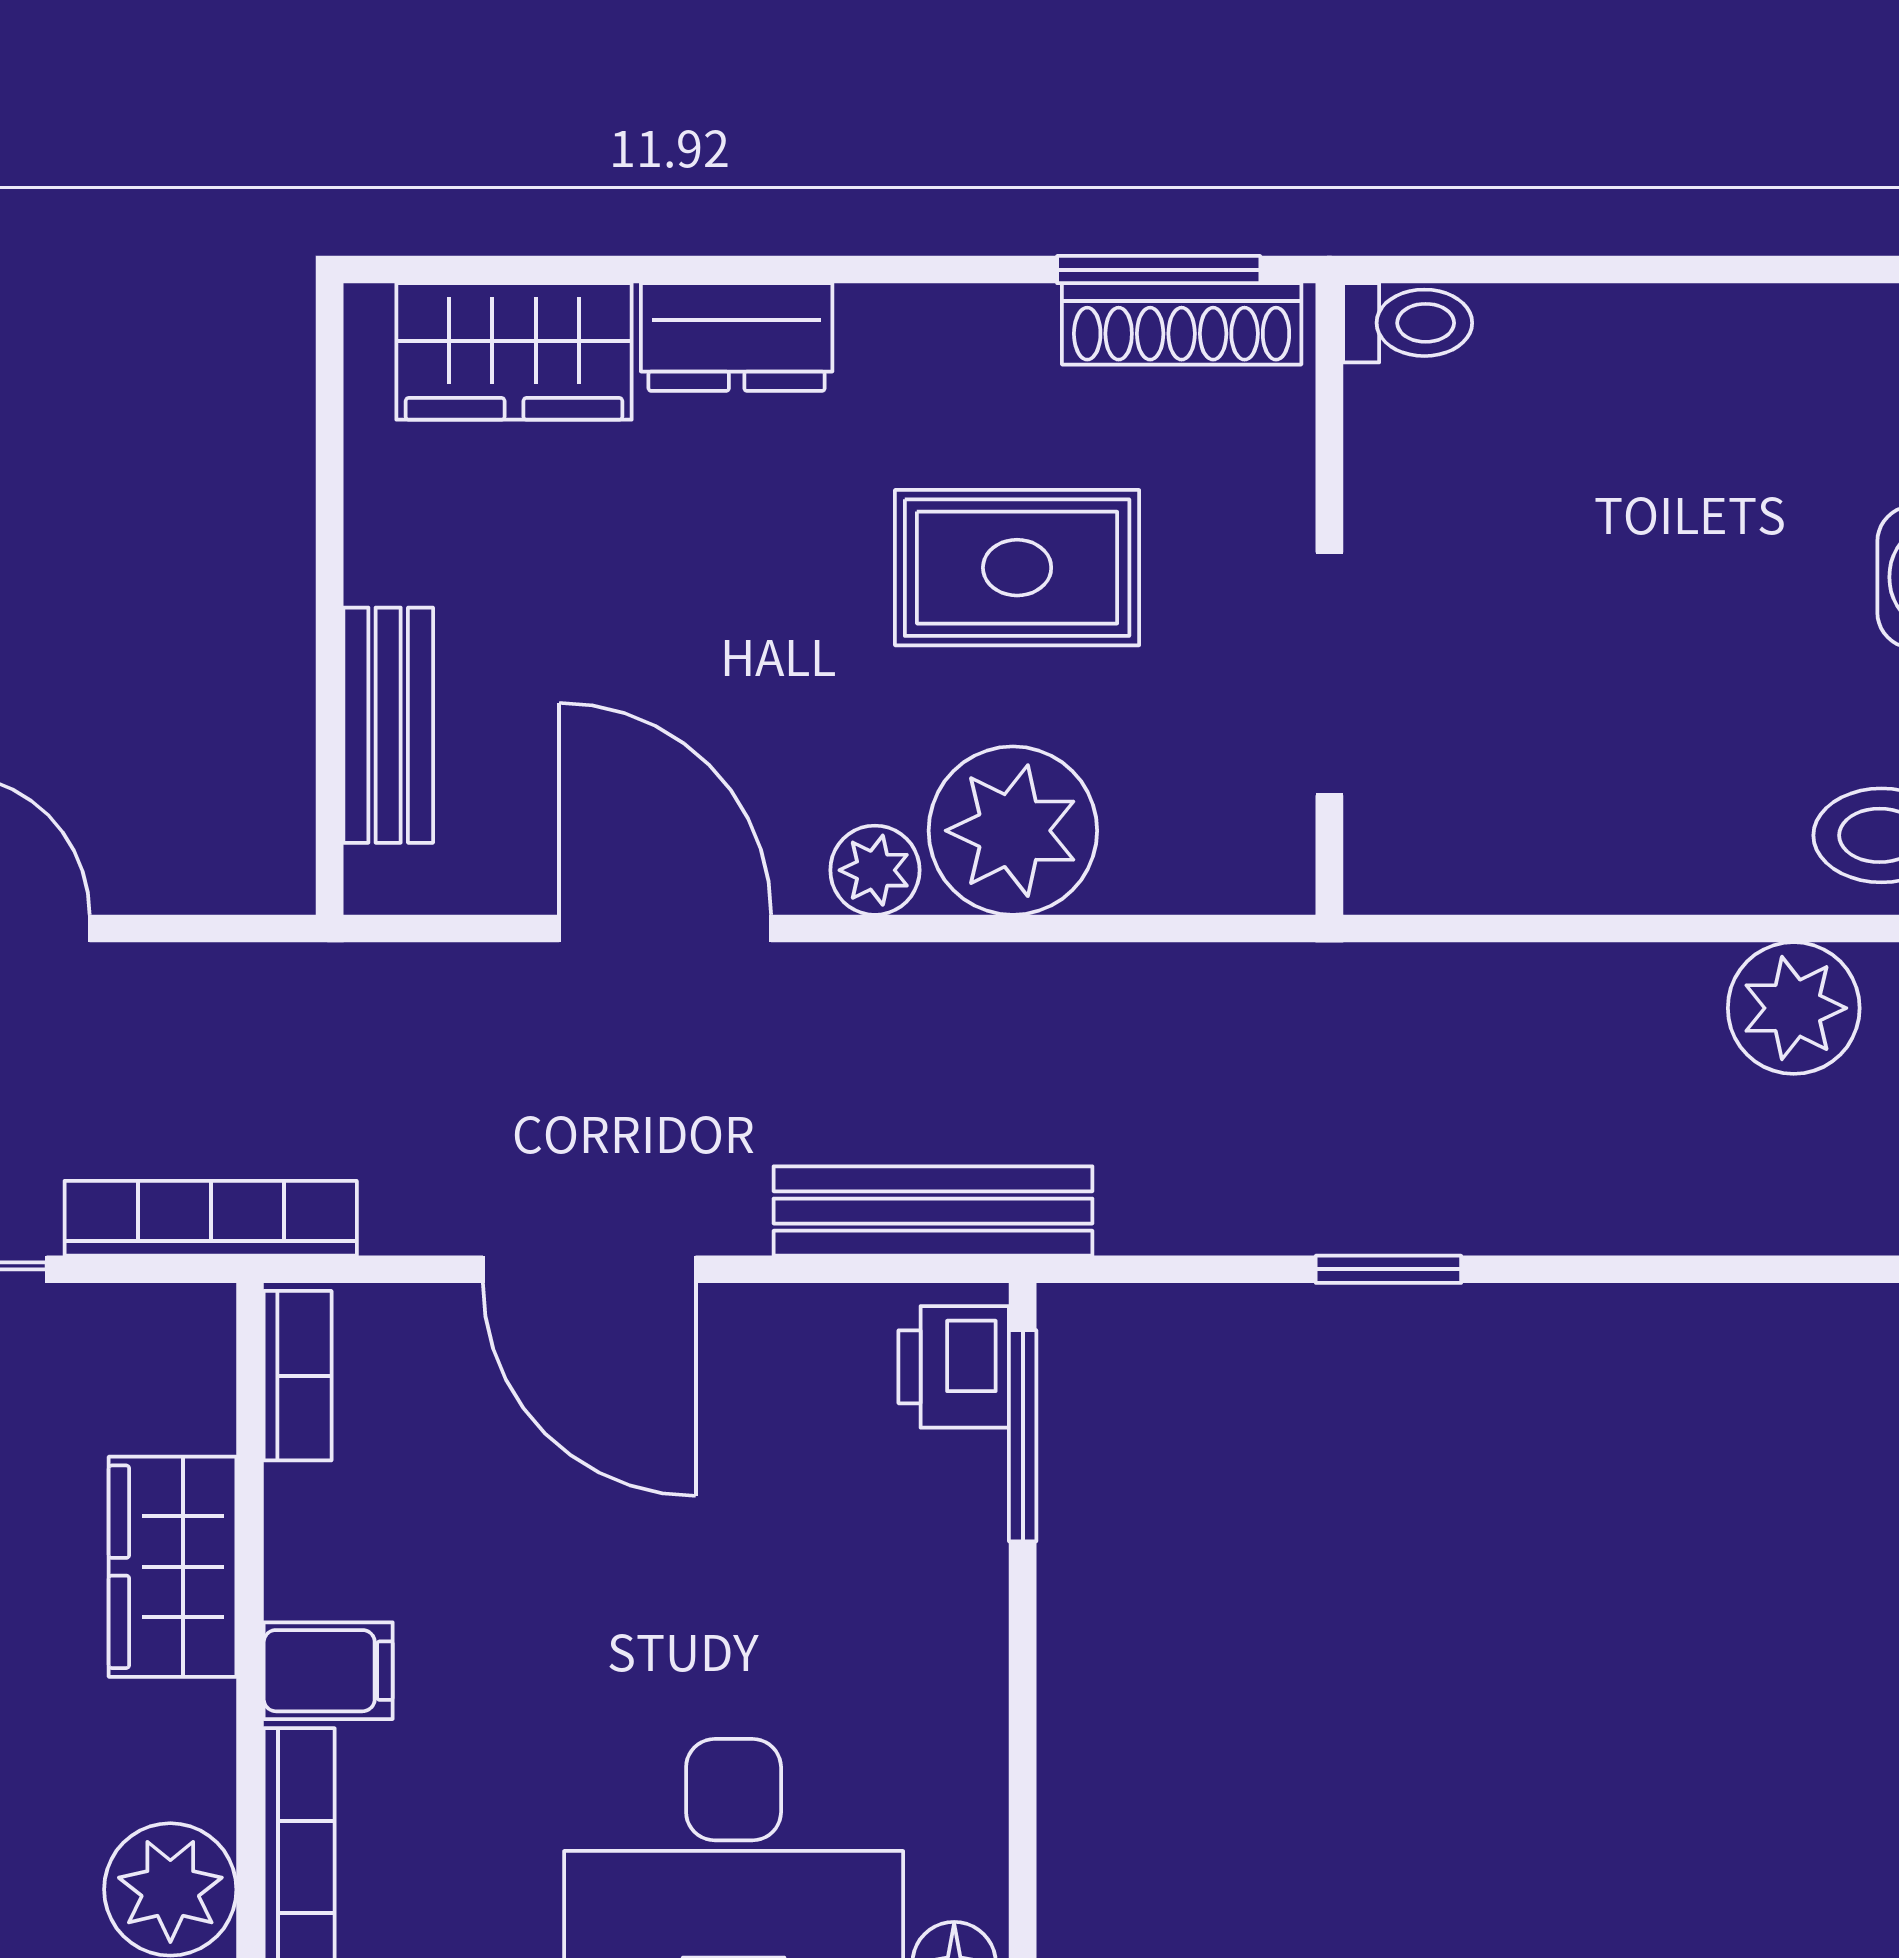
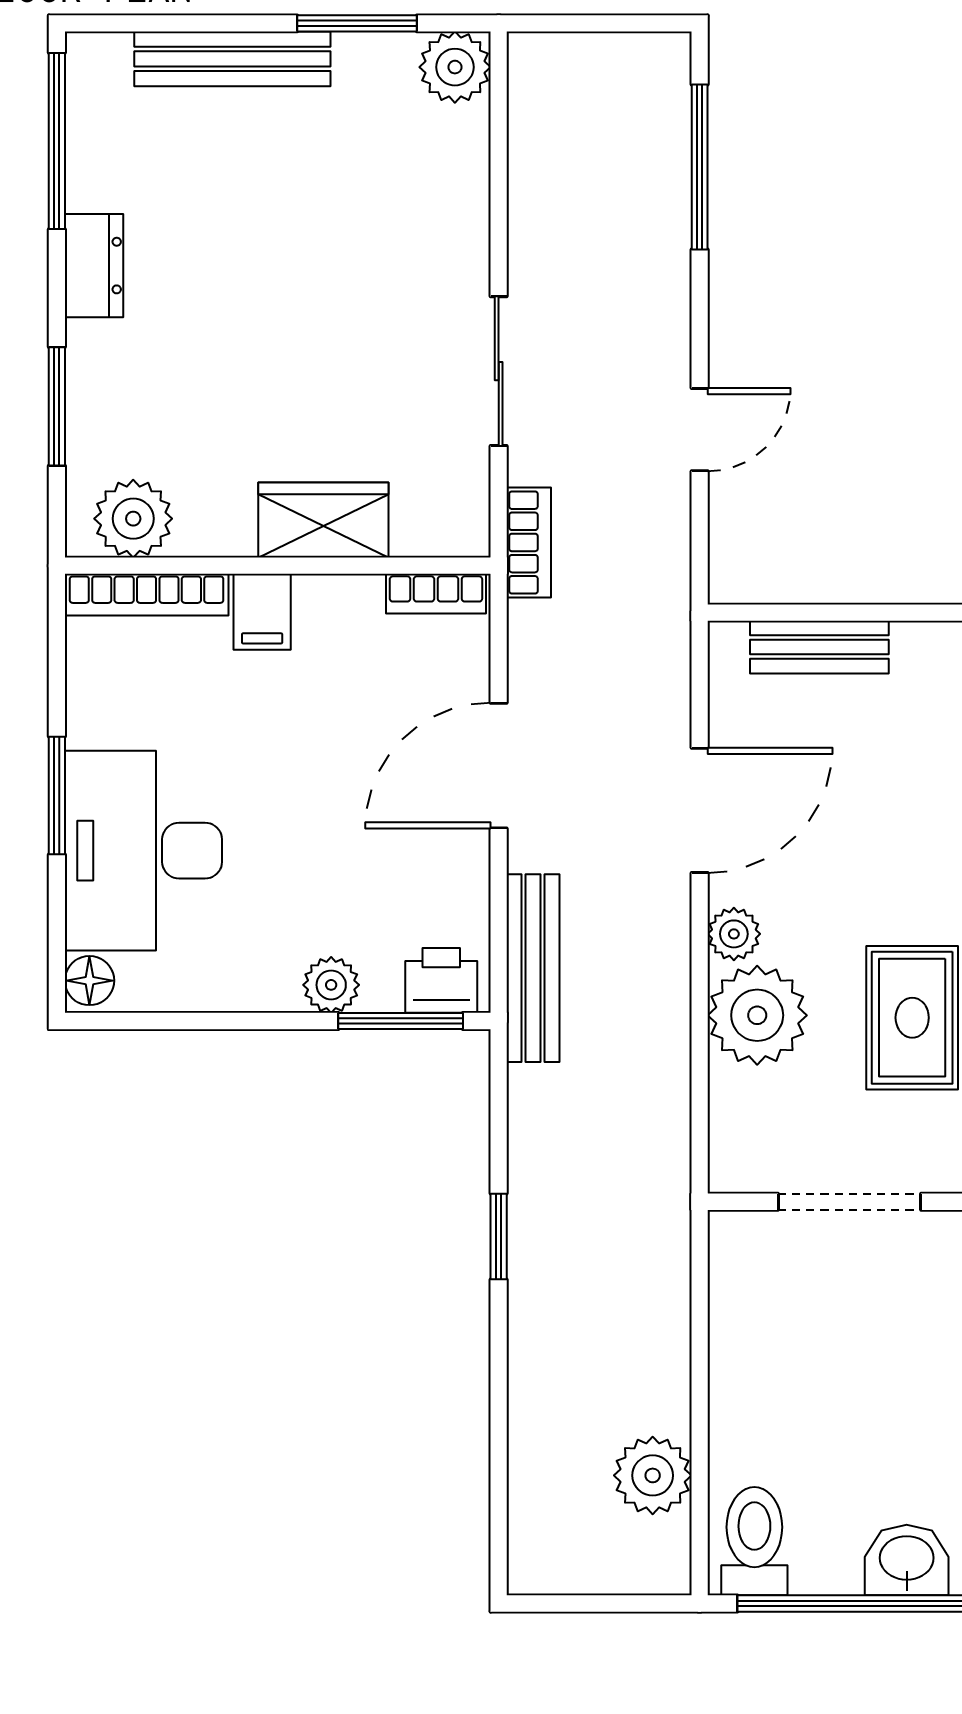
bookcase: (211, 1218) -> (529, 542), width x0.64
plant: (961, 1554) -> (331, 985), added

